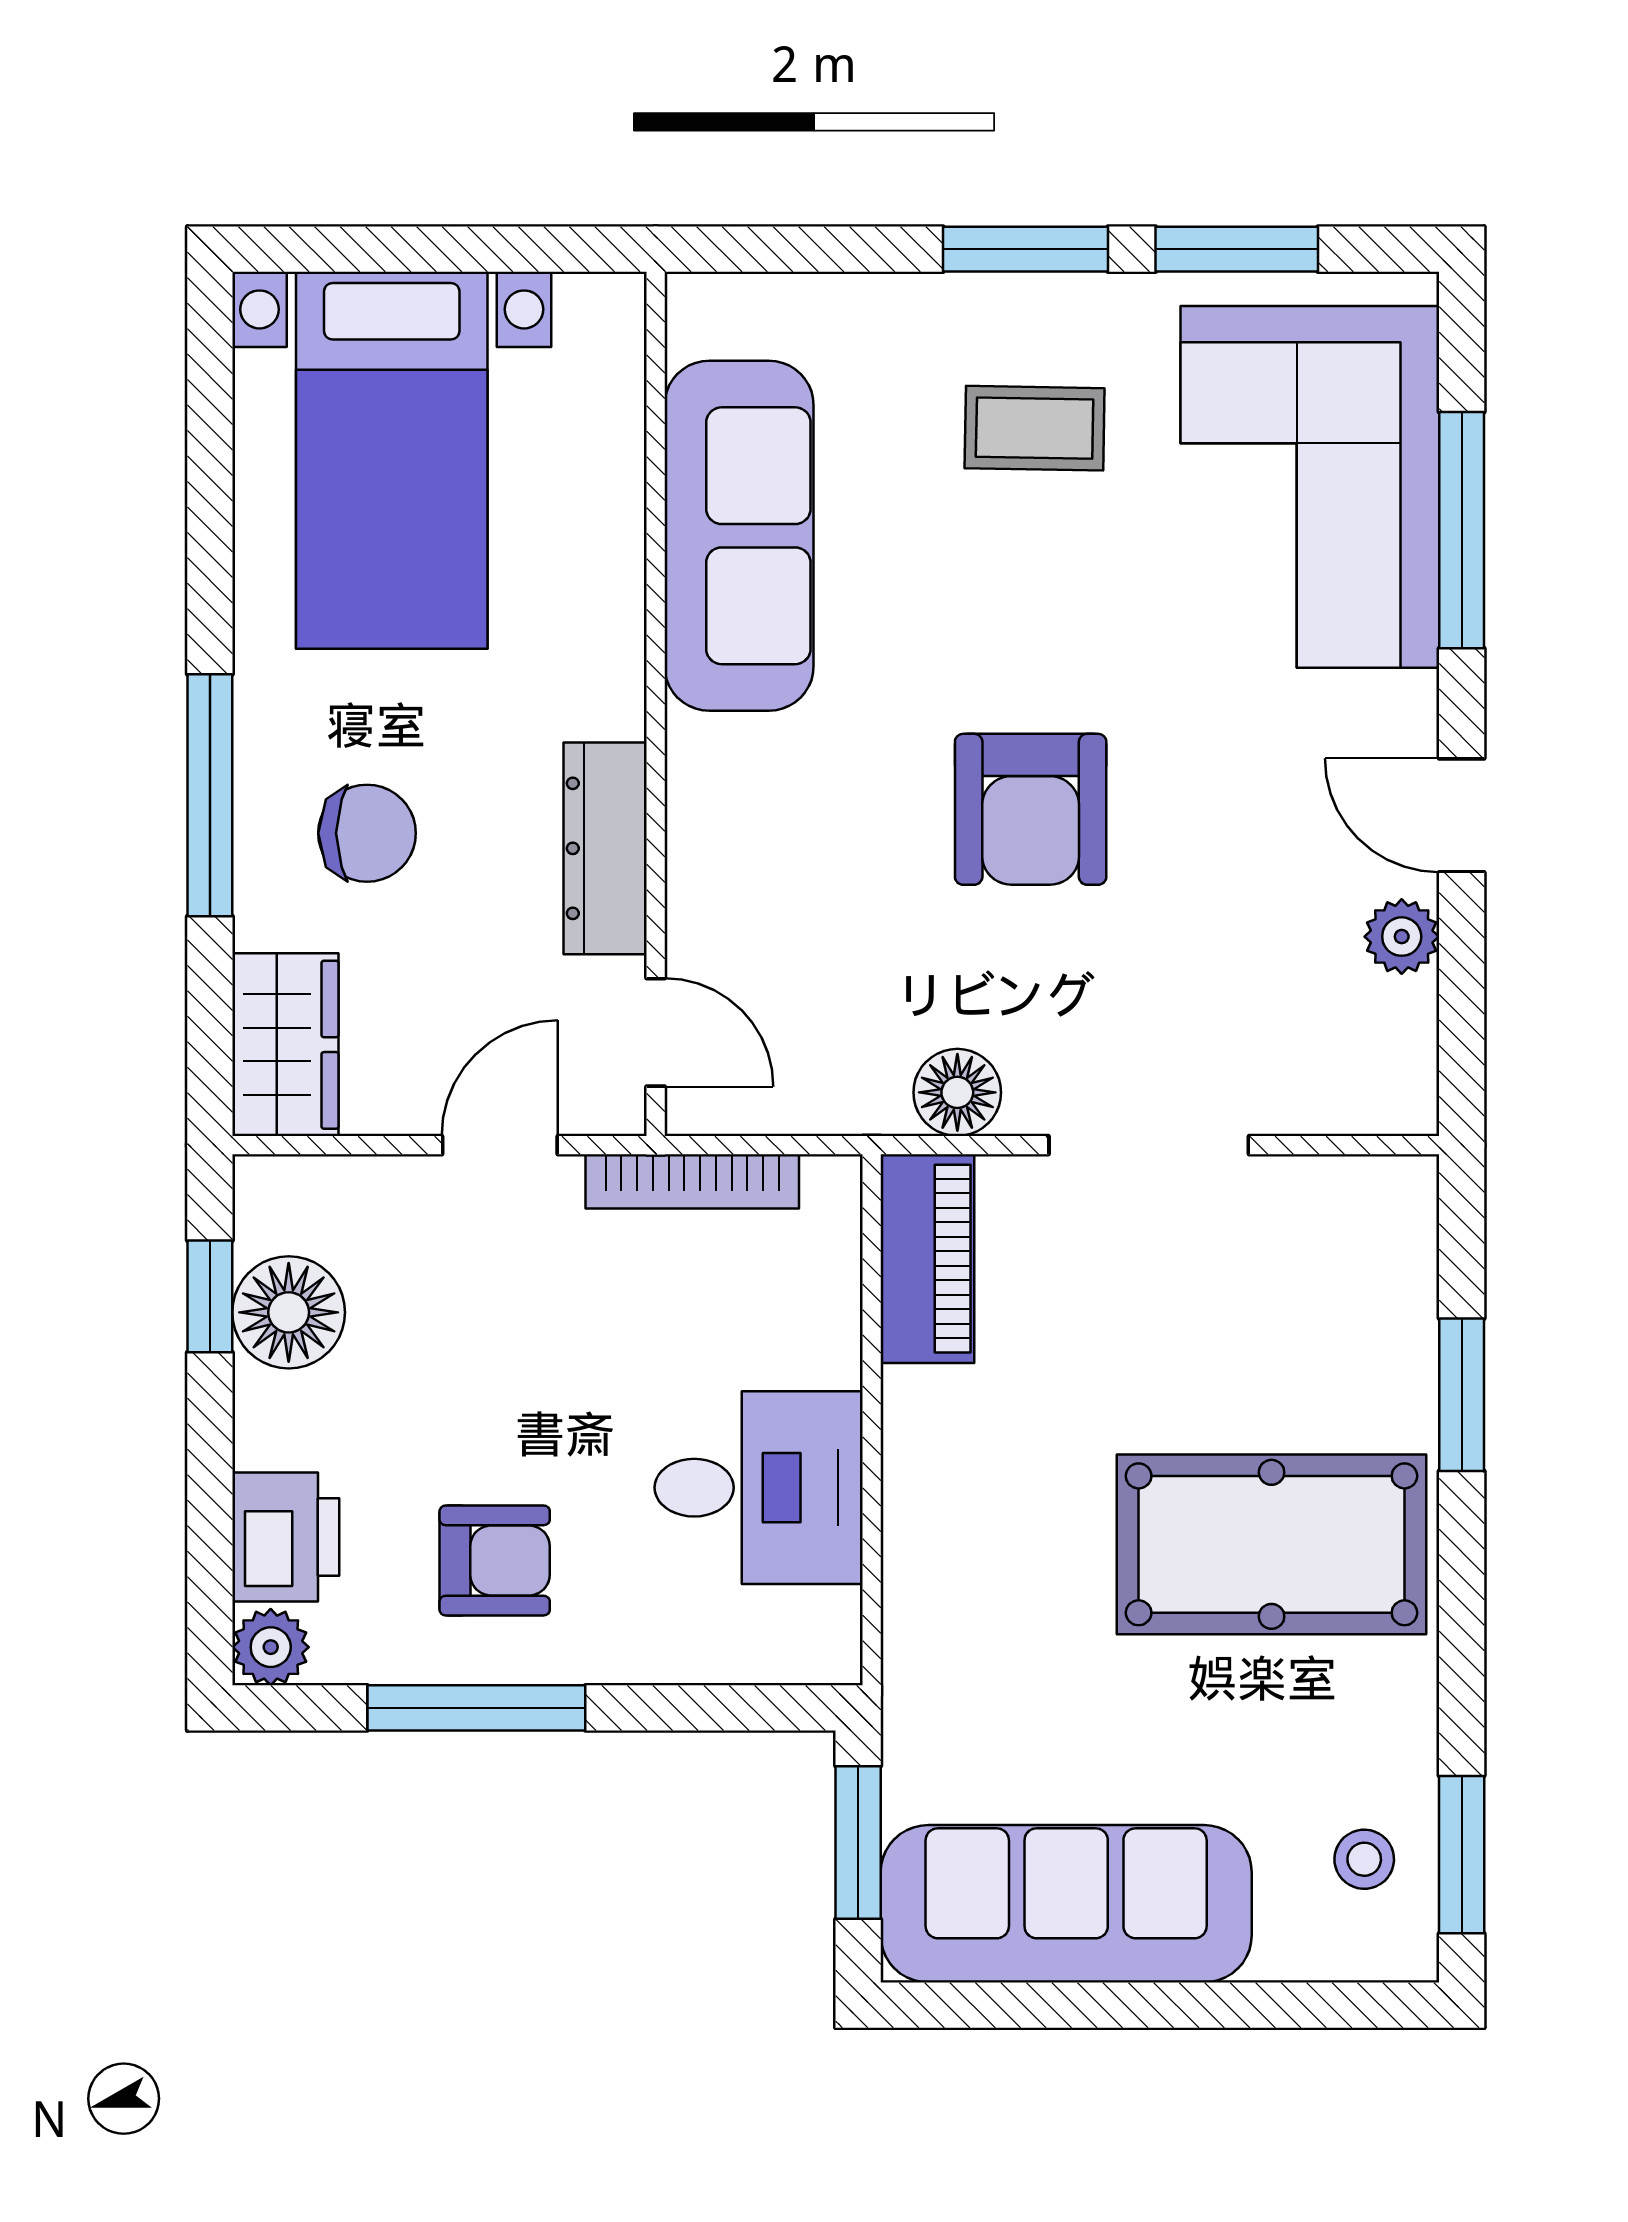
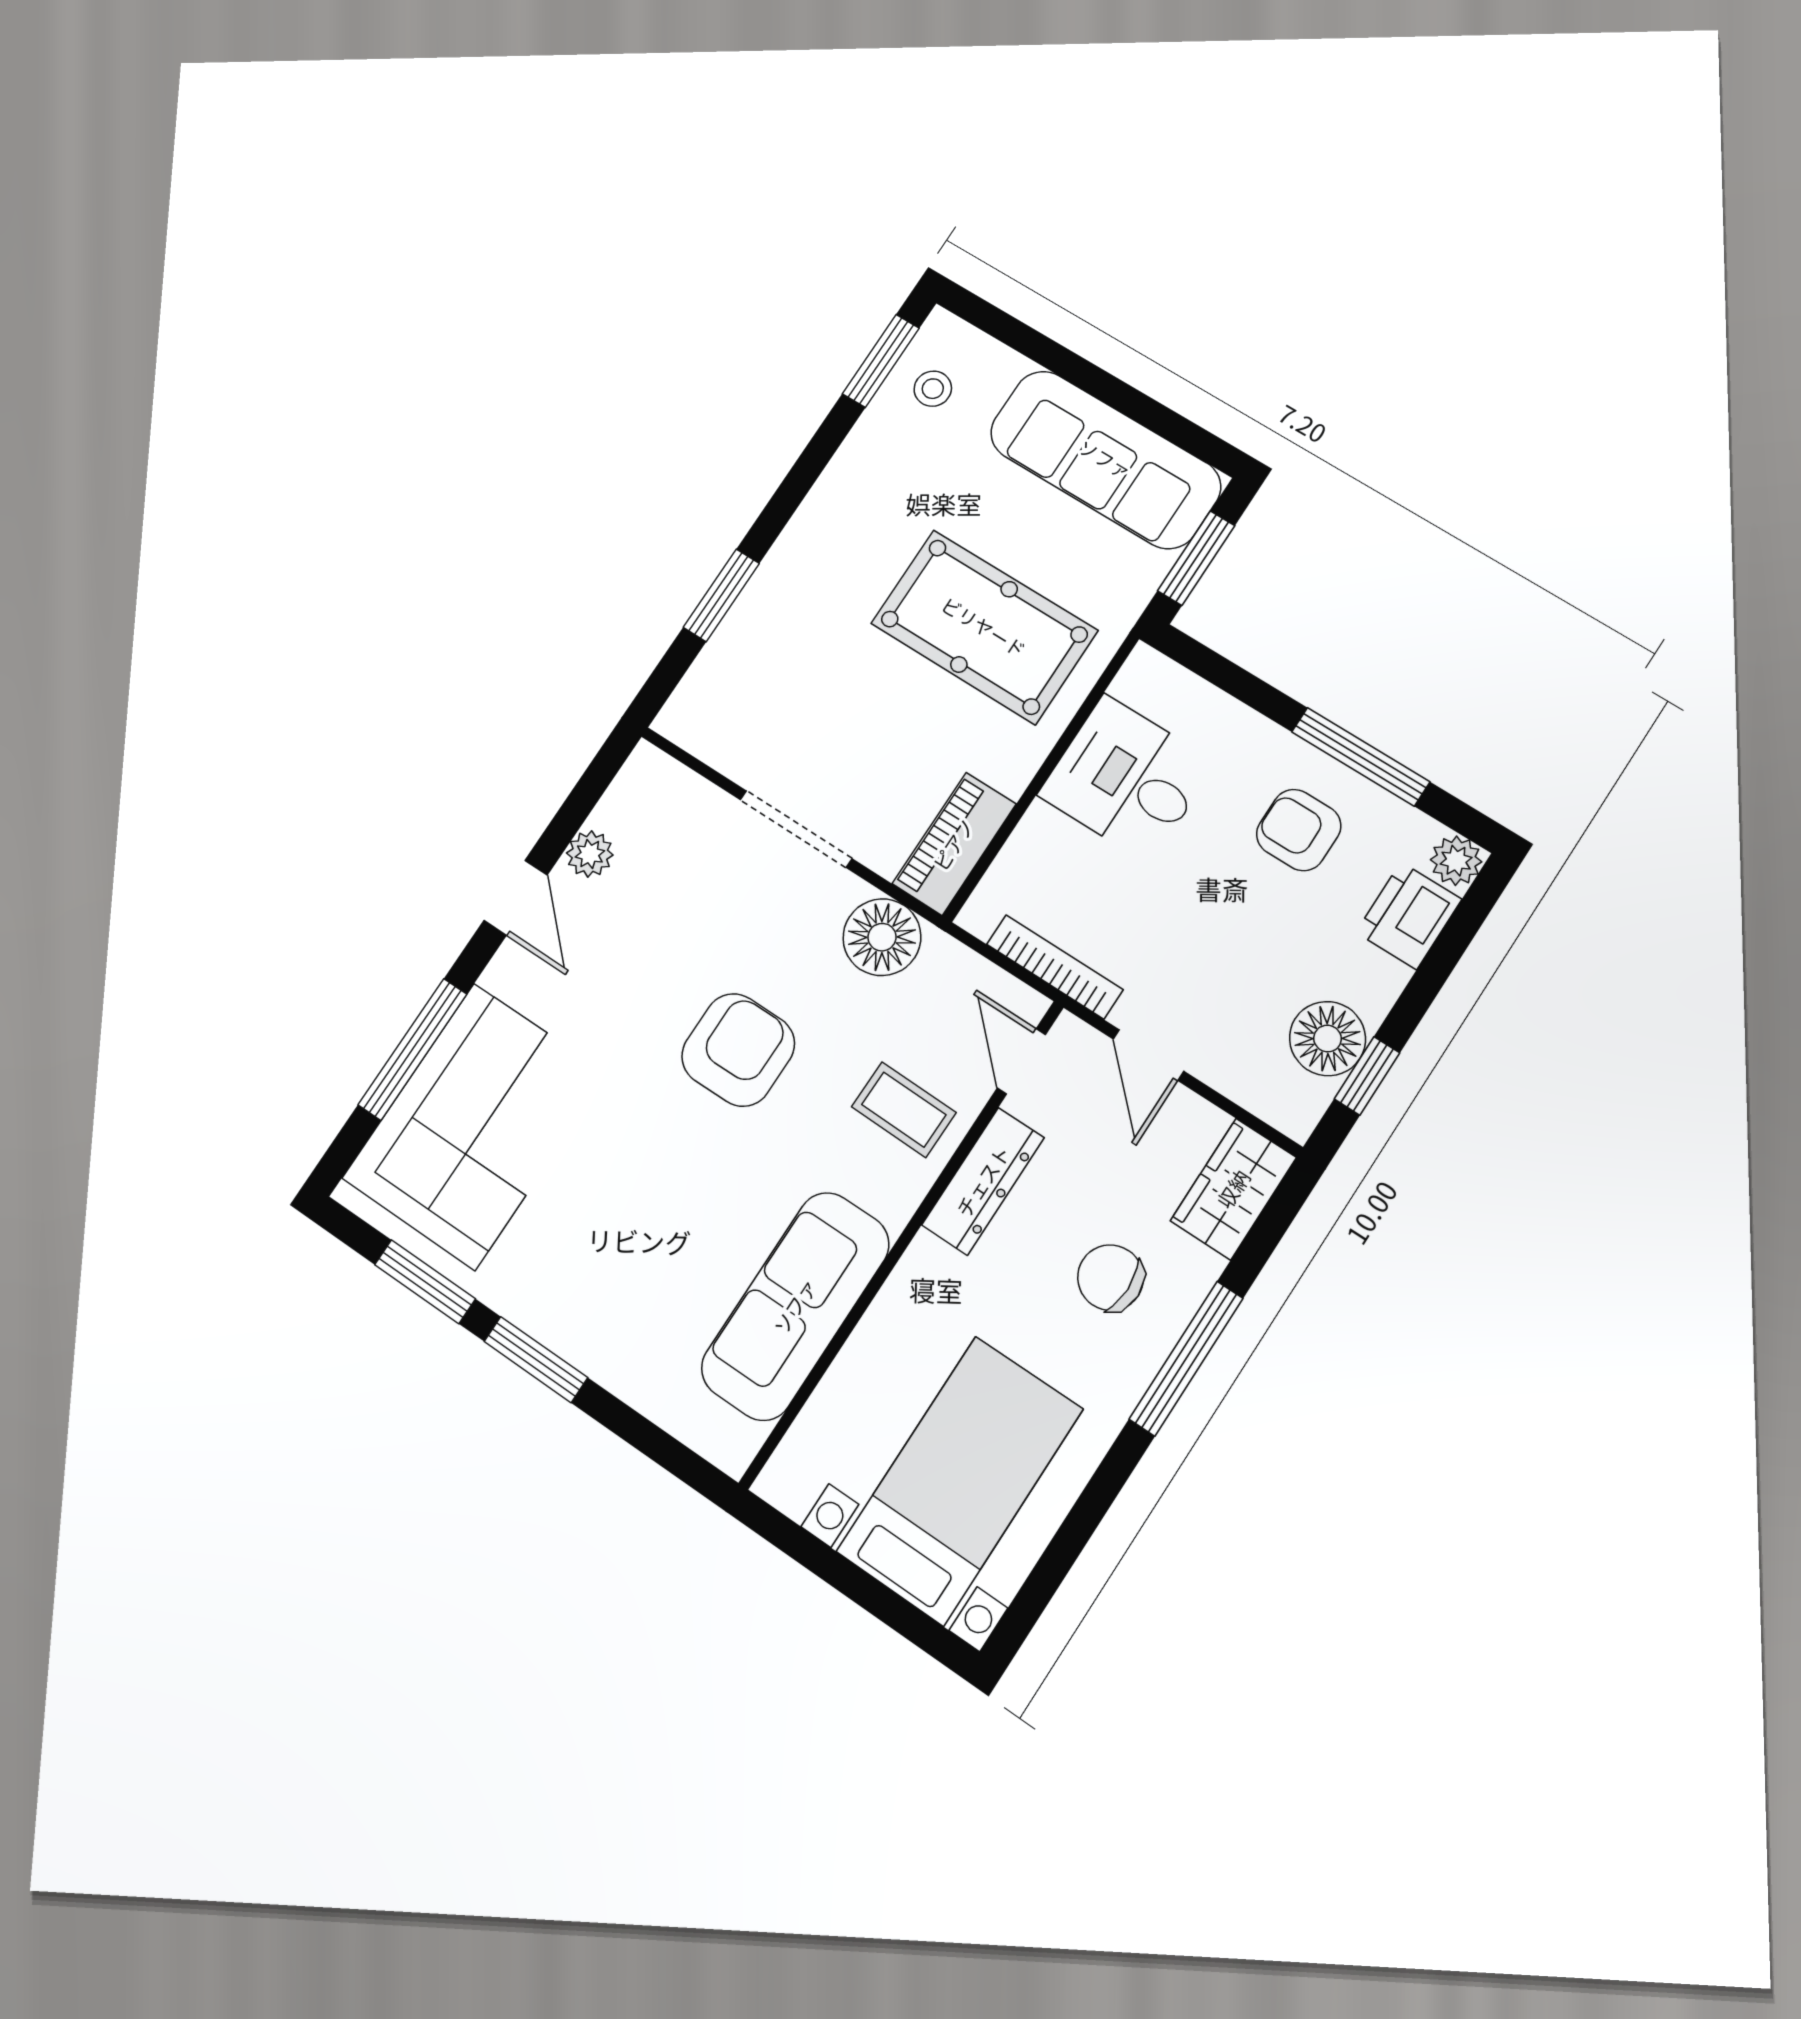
coffee table: (1035, 428) -> (904, 1110), moved
floor lamp: (957, 1092) -> (882, 937), width x1.38, depth x1.38
door: (500, 1145) -> (1148, 1055), hinge flipped
pool table: (1272, 1544) -> (984, 627), moved

